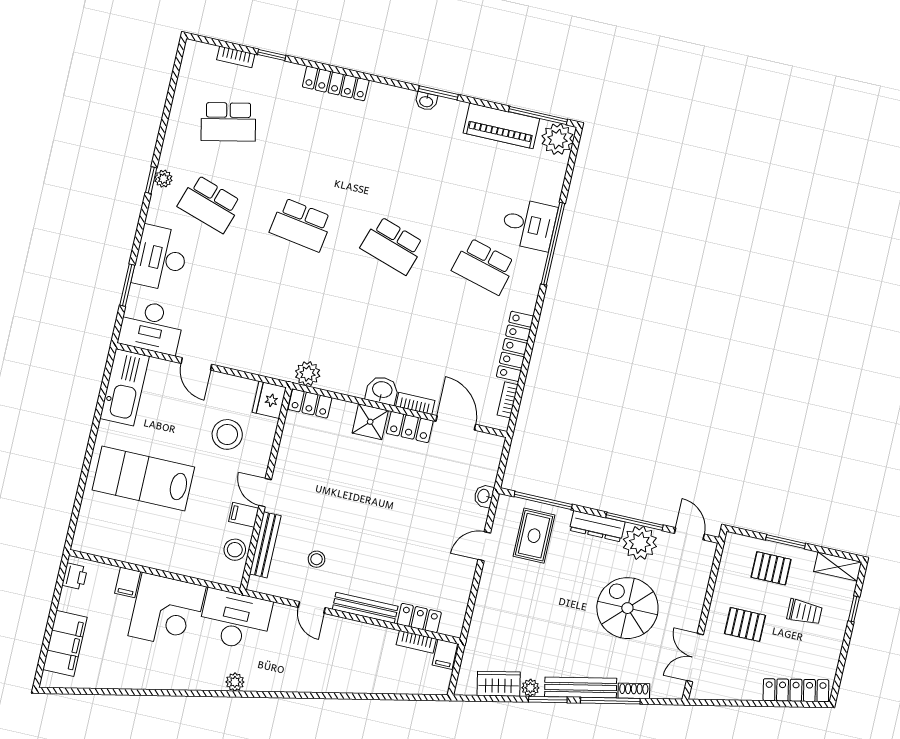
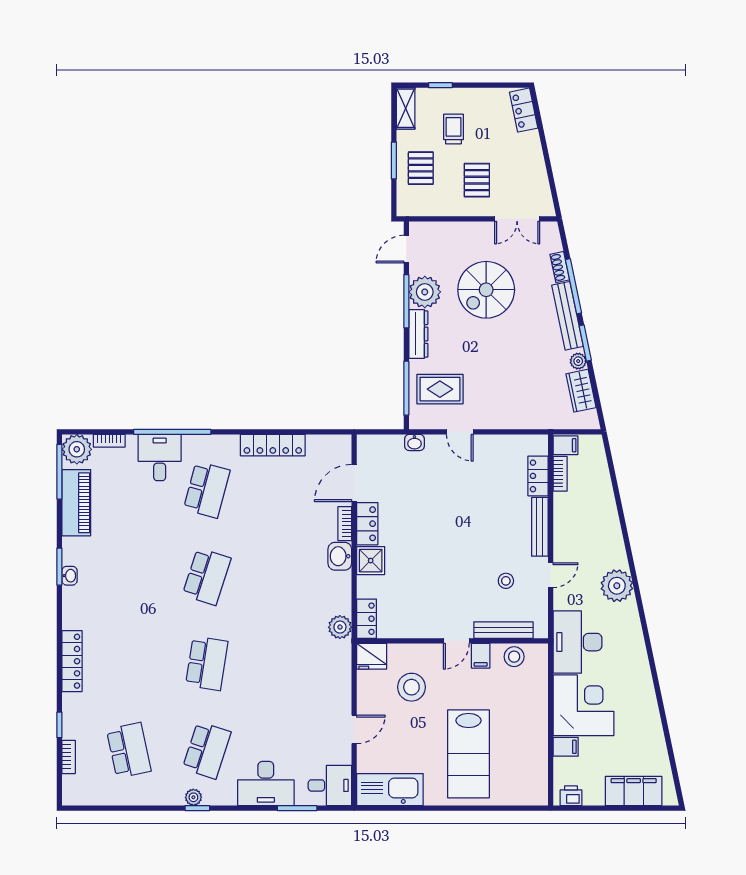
desk: (151, 327) -> (330, 785), width x0.73
bookcase: (508, 400) -> (109, 441), moved
plant: (235, 682) -> (617, 586), moved, width x1.88, depth x1.88
locker: (796, 690) -> (524, 110), width x0.66

